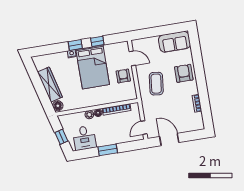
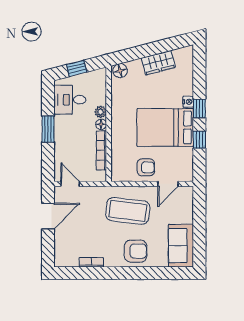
coffee table: (156, 84) -> (128, 211), width x1.36, depth x1.32
wardrobe: (50, 85) -> (158, 63), width x0.67

